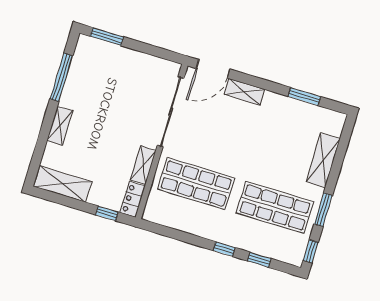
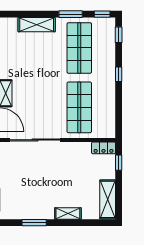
window: (61, 77) -> (34, 223), width x0.69
shelving: (143, 165) -> (78, 148), removed
window: (259, 260) -> (119, 35), moved

